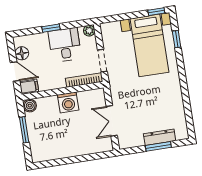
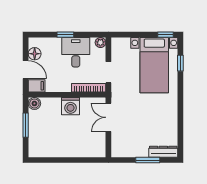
double door: (112, 121) -> (108, 117), moved
dresser: (160, 137) -> (163, 152), moved

